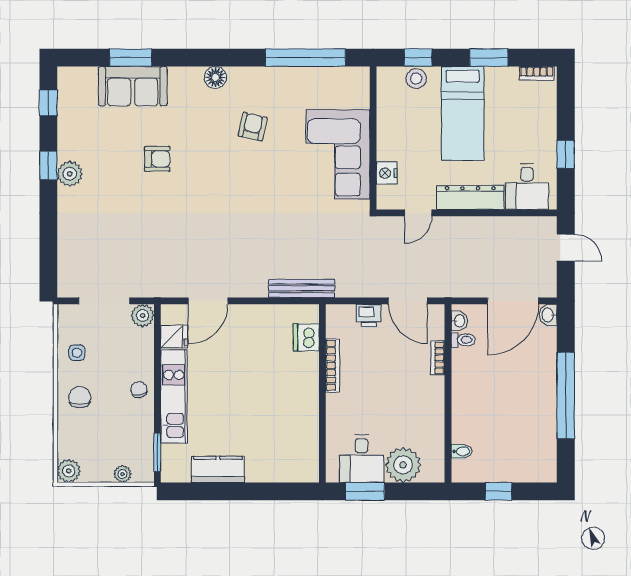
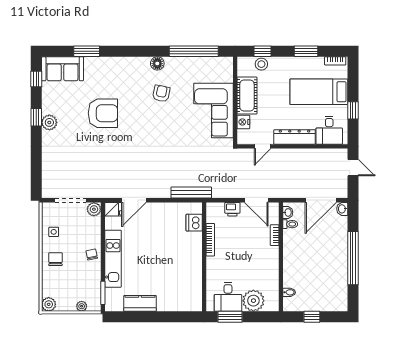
floor lamp: (215, 77) -> (157, 63), moved
sofa: (133, 86) -> (63, 69), moved
bed: (463, 113) -> (319, 92), moved, turned 90
cot: (393, 130) -> (247, 96), added
armchair: (157, 159) -> (103, 113), width x1.88, depth x1.88
fridge: (174, 337) -> (113, 209), moved

